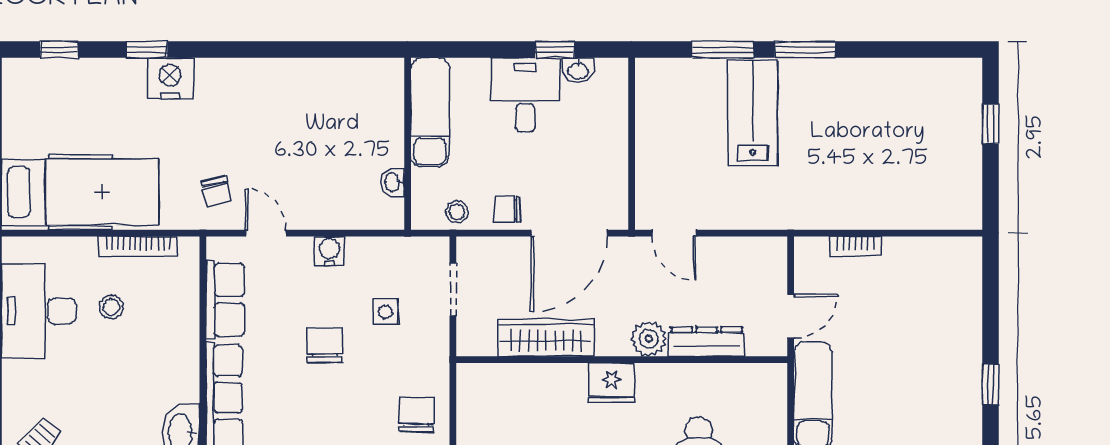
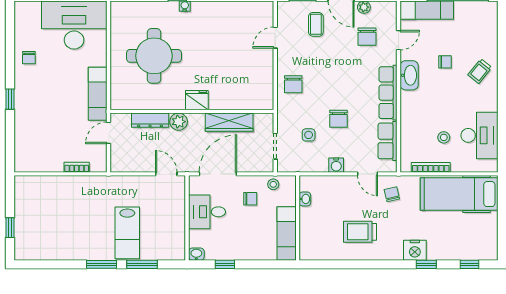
washbasin: (578, 70) -> (196, 254), moved
desk: (525, 95) -> (207, 212), moved, turned 90
trolley: (281, 116) -> (360, 232), added
chair: (508, 209) -> (250, 199), moved

